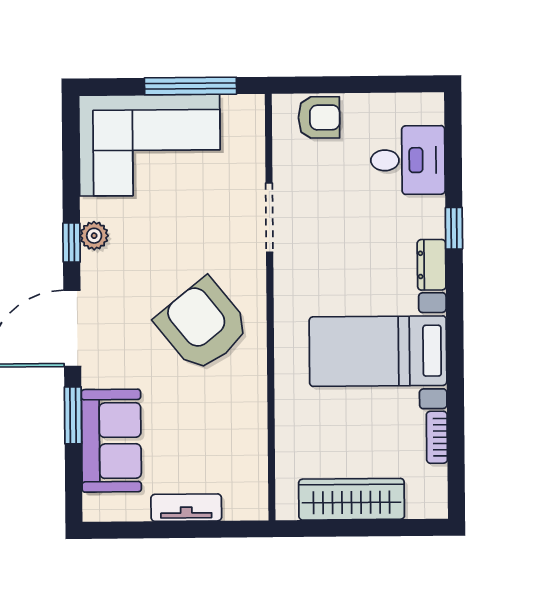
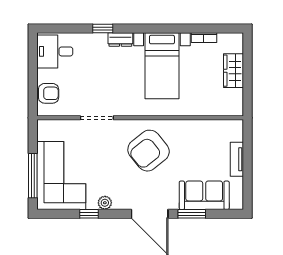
window: (191, 86) -> (33, 176), moved
armchair: (319, 117) -> (49, 93), turned 90
desk: (408, 160) -> (55, 51), moved, turned -90
window: (71, 243) -> (89, 214), moved
wardrobe: (352, 499) -> (234, 71), width x0.67

